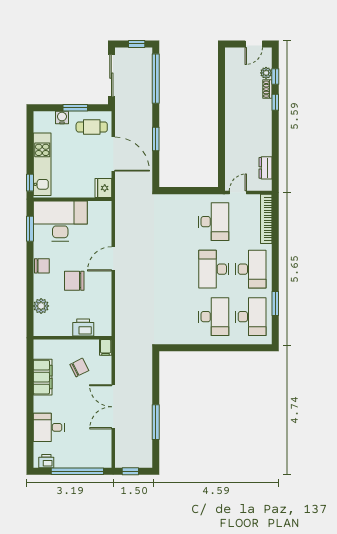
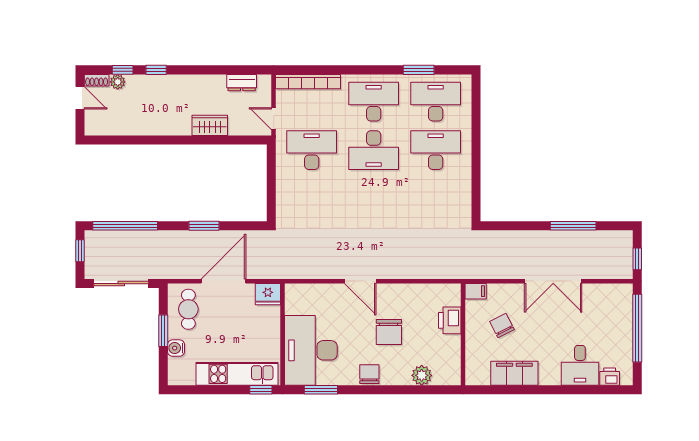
shoe rack: (267, 89) -> (97, 80), moved
wardrobe: (233, 143) -> (210, 125), added
printer: (46, 461) -> (610, 377), moved, turned 90

